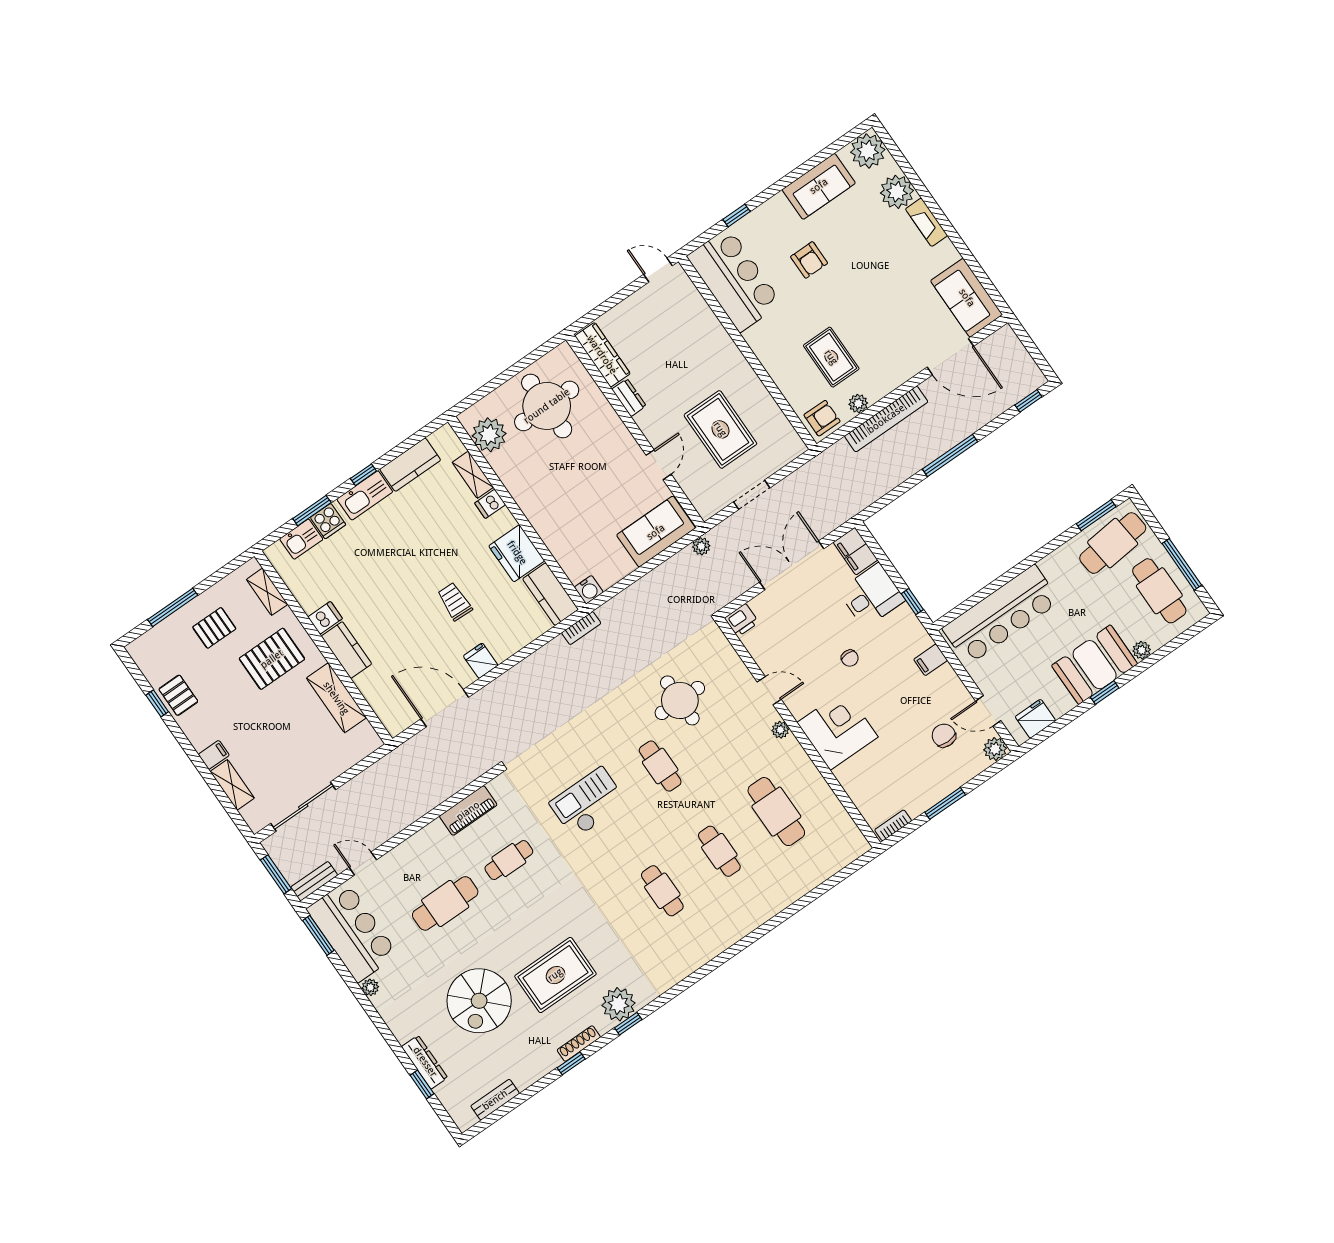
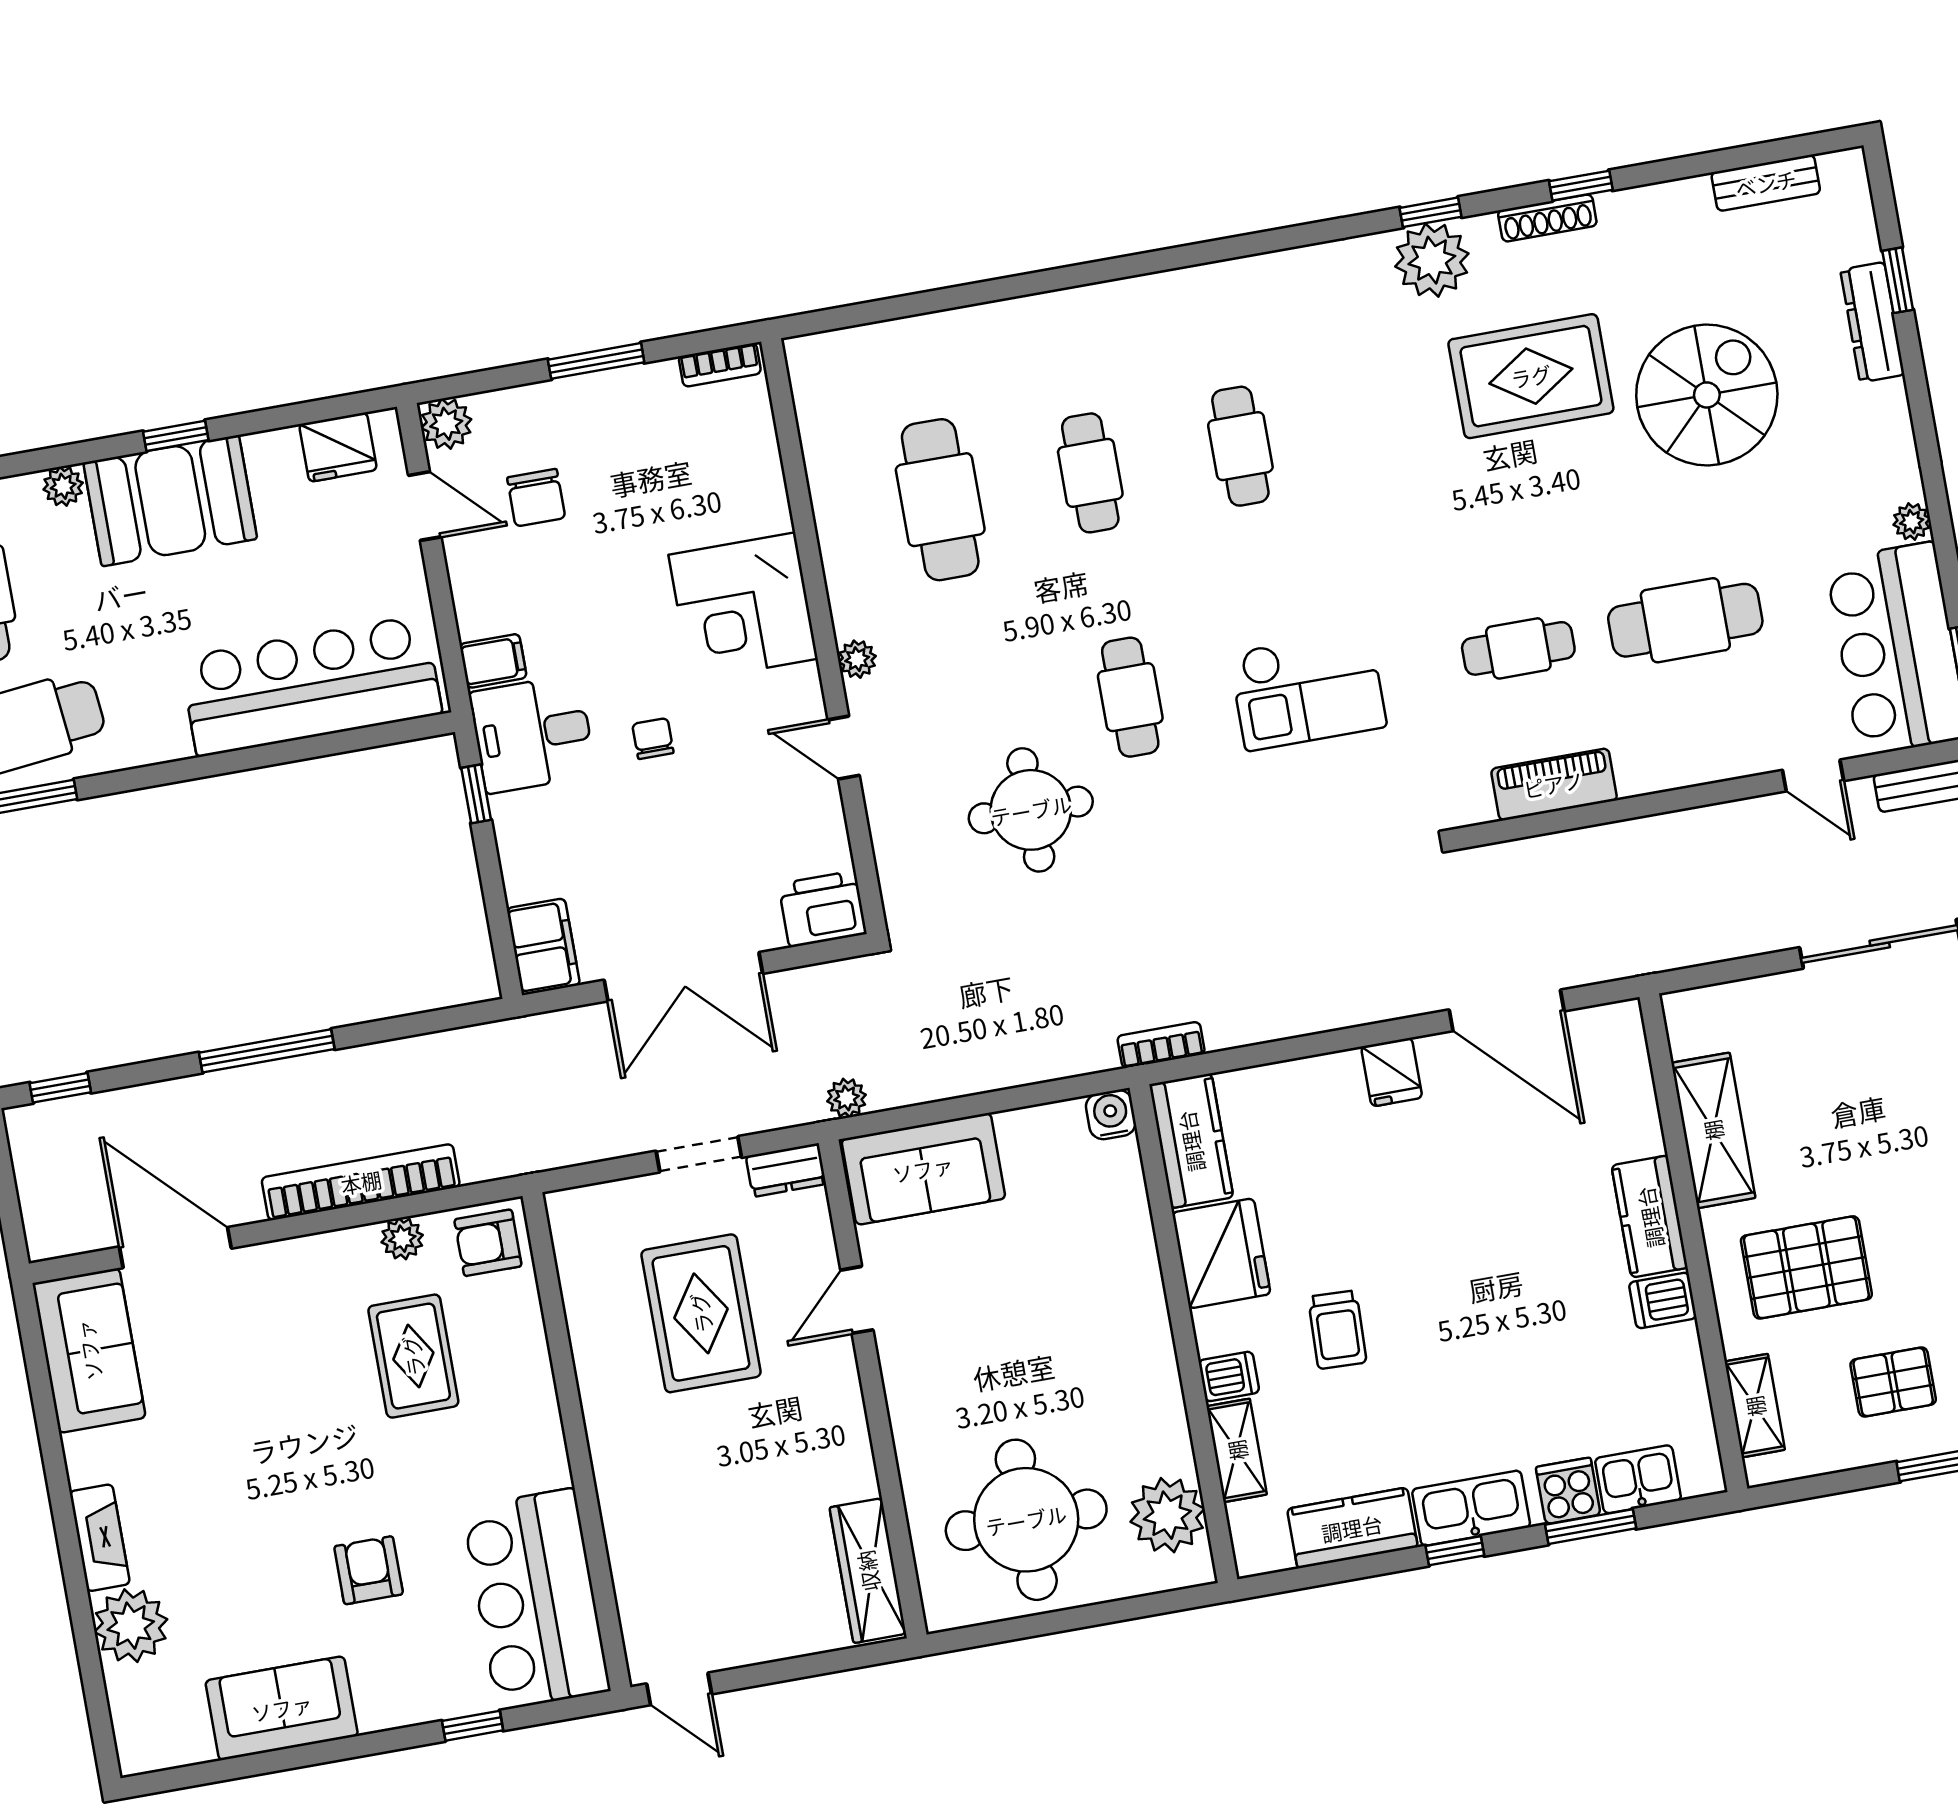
plant: (868, 151) -> (151, 1734), removed
dresser: (629, 398) -> (786, 1170), moved, turned -90
desk: (872, 596) -> (532, 734), moved
trolley: (455, 602) -> (1337, 1330), moved
printer: (742, 620) -> (822, 909), width x1.36, depth x1.24

